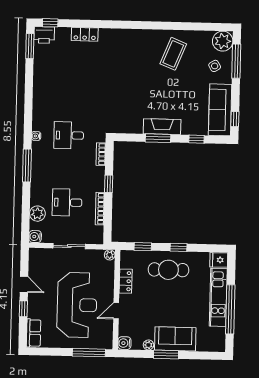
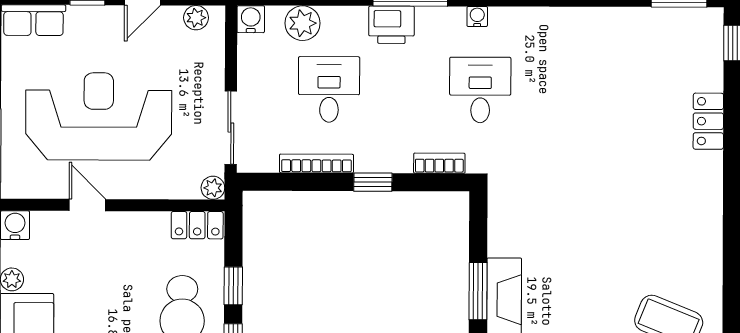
printer: (44, 35) -> (391, 25), moved, turned -90
sliding door: (69, 246) -> (231, 128), moved
window: (143, 247) -> (233, 286), moved
plant: (34, 261) -> (196, 18), added
locker: (126, 281) -> (197, 225), moved
reception desk: (77, 305) -> (99, 116), turned 180

